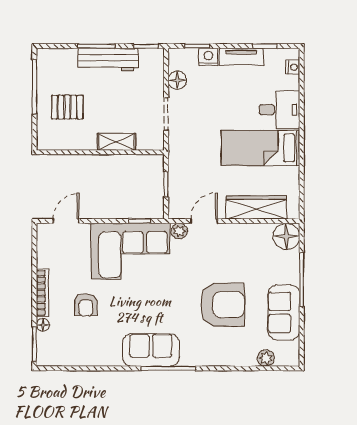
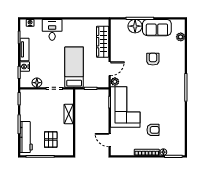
workbench: (108, 60) -> (26, 137), moved
bed: (260, 148) -> (74, 67), moved, turned 180
door: (204, 221) -> (110, 69), swing flipped
floor lamp: (286, 236) -> (135, 26), moved
armchair: (223, 305) -> (153, 59), width x0.53, depth x0.53
sofa: (151, 350) -> (176, 96), removed

